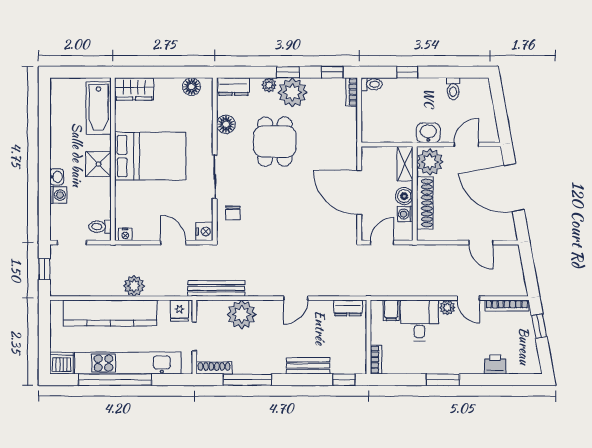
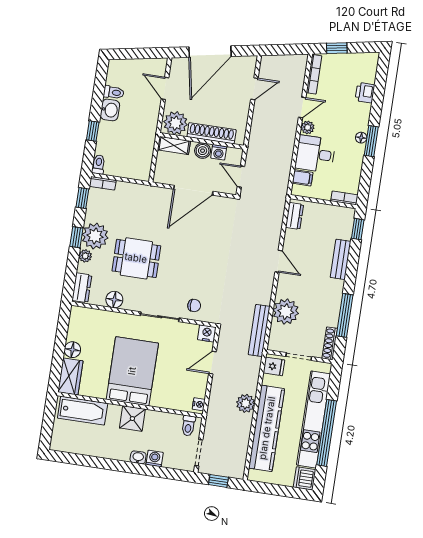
floor lamp: (192, 87) -> (72, 350), moved
washbasin: (428, 133) -> (110, 110), moved, turned 180
floor lamp: (445, 368) -> (361, 138), added

